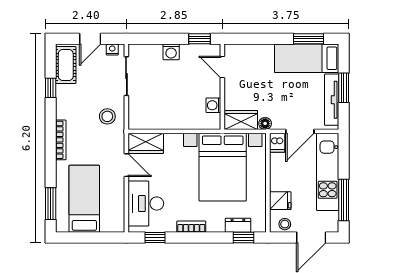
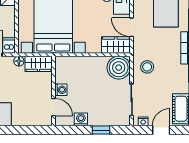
window: (200, 39) -> (101, 130), moved
washing machine: (171, 52) -> (81, 119), moved
washing machine: (213, 105) -> (61, 90), moved
boiler: (142, 116) -> (119, 68), added

